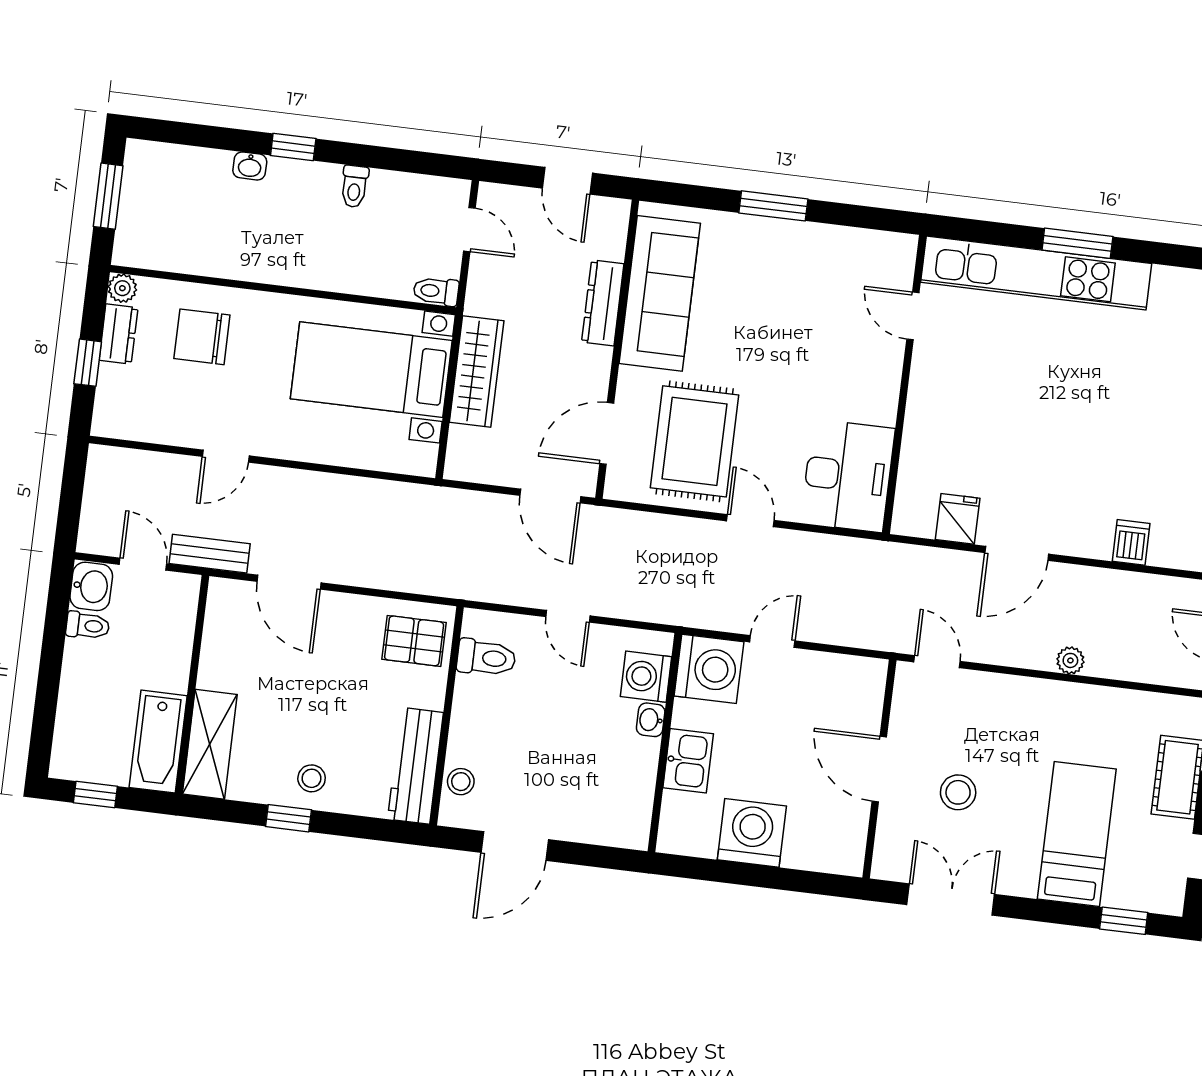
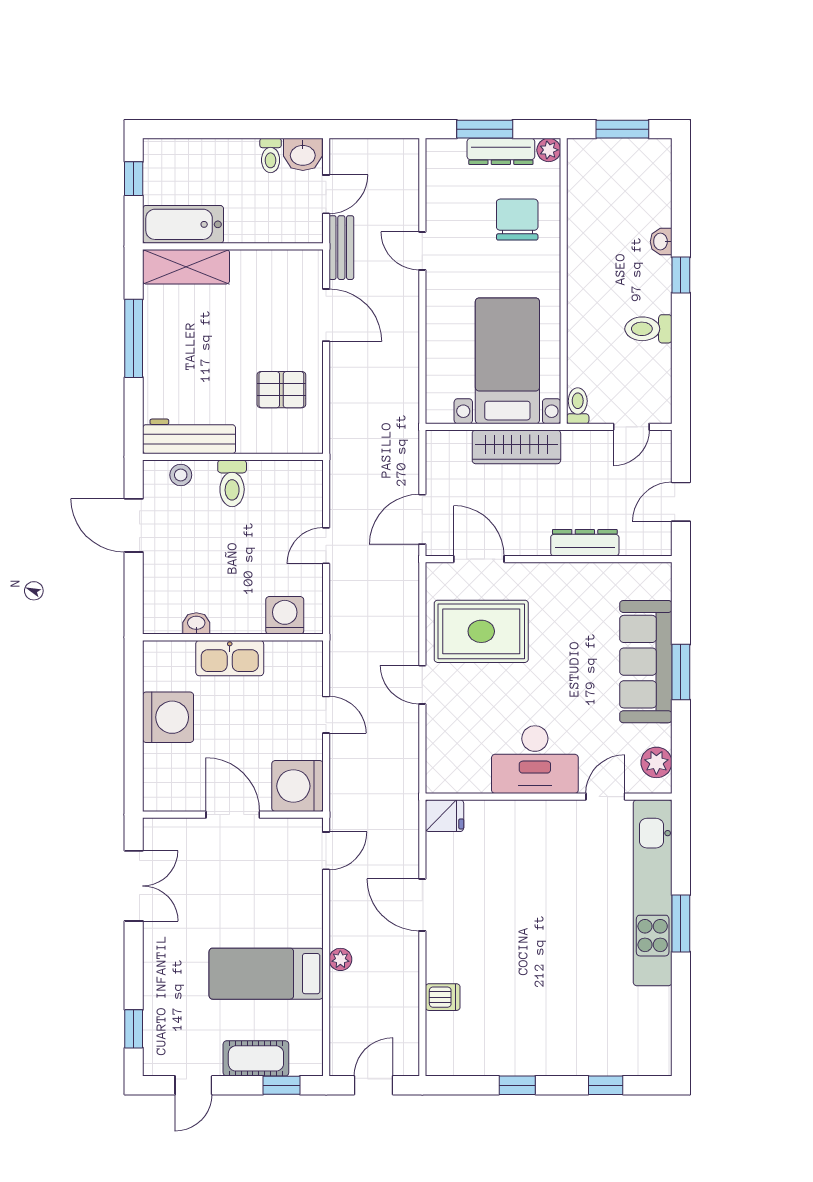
toilet: (354, 186) -> (648, 329), width x1.37, depth x1.39
plant: (879, 249) -> (656, 762), added
sofa: (660, 293) -> (646, 662), moved, turned 90
dresser: (118, 334) -> (501, 151), width x1.44
window: (88, 363) -> (485, 129), width x1.50
desk: (848, 476) -> (535, 760), moved
fridge: (958, 519) -> (444, 816), moved
door: (750, 521) -> (422, 685), swing flipped
door: (289, 582) -> (326, 315), swing flipped
pallet: (414, 641) -> (281, 390), moved, turned 90
toilet: (486, 658) -> (232, 483), moved
washing machine: (709, 669) -> (297, 786), moved, turned 90
washbasin: (651, 720) -> (196, 623), moved
kitchen sink: (688, 761) -> (230, 658), width x1.38
door: (879, 769) -> (233, 815), hinge flipped
stool: (312, 778) -> (168, 353), removed
stool: (958, 792) -> (222, 881), removed
window: (289, 818) -> (134, 338), width x2.17
bed: (1077, 834) -> (266, 974), moved, turned 180

